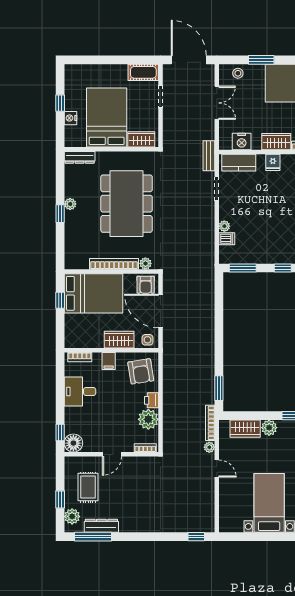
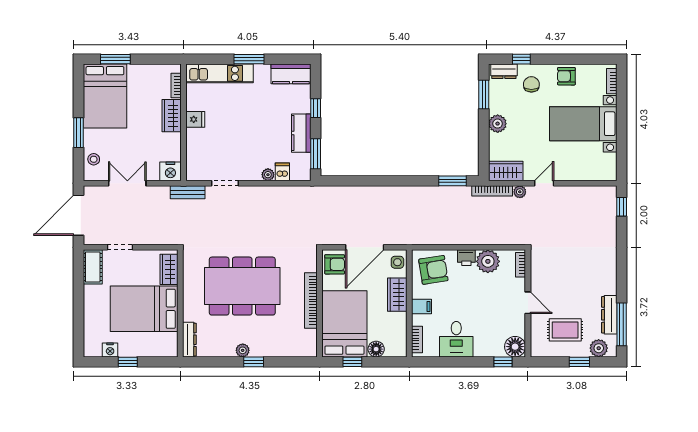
nightstand: (70, 118) -> (110, 350), moved
nightstand: (242, 142) -> (170, 171), moved, turned 90
kitchen counter: (239, 163) -> (301, 133), moved, turned 180
plant: (145, 263) -> (310, 265), removed
floor lamp: (71, 321) -> (376, 349), added
wardrobe: (245, 429) -> (506, 171), moved, turned -90

